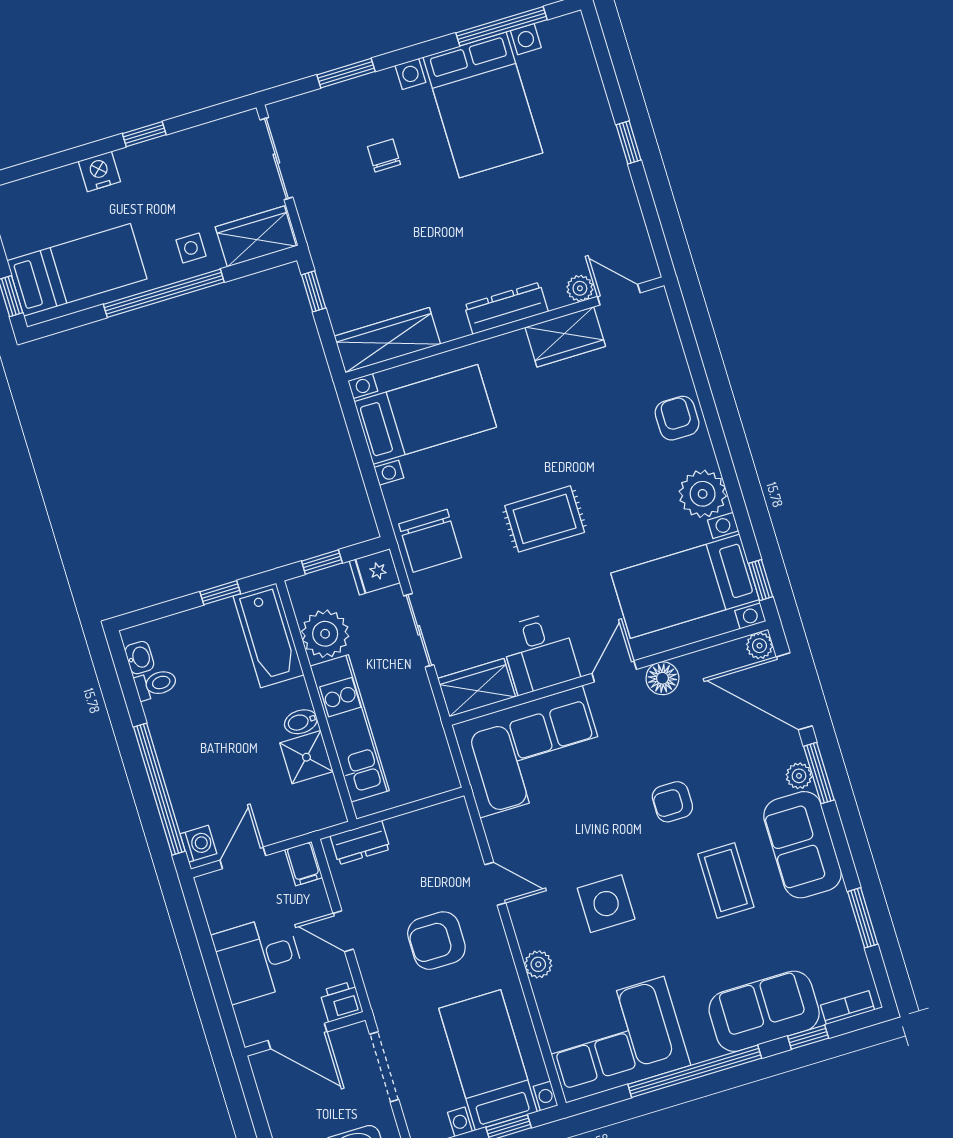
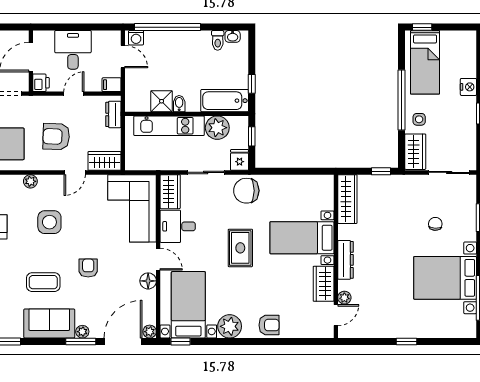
chair: (384, 155) -> (435, 224), turned -87
bed with nightstands: (425, 414) -> (302, 238), moved, turned 90
wardrobe: (455, 833) -> (105, 161), added
armchair: (436, 941) -> (56, 137), turned -88

